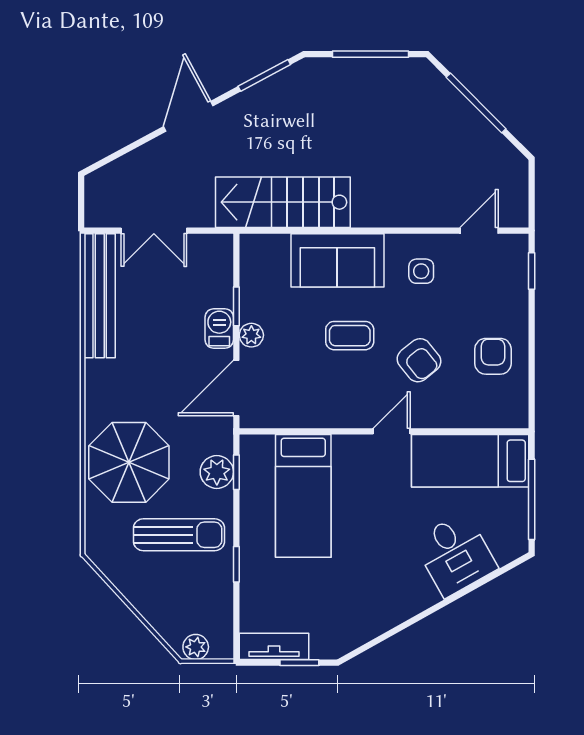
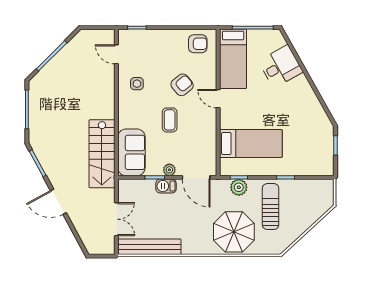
sofa: (337, 260) -> (131, 152), moved
armchair: (493, 356) -> (198, 44), moved, turned 180
tv unit: (274, 646) -> (327, 158), removed
plant: (196, 647) -> (328, 198), removed

